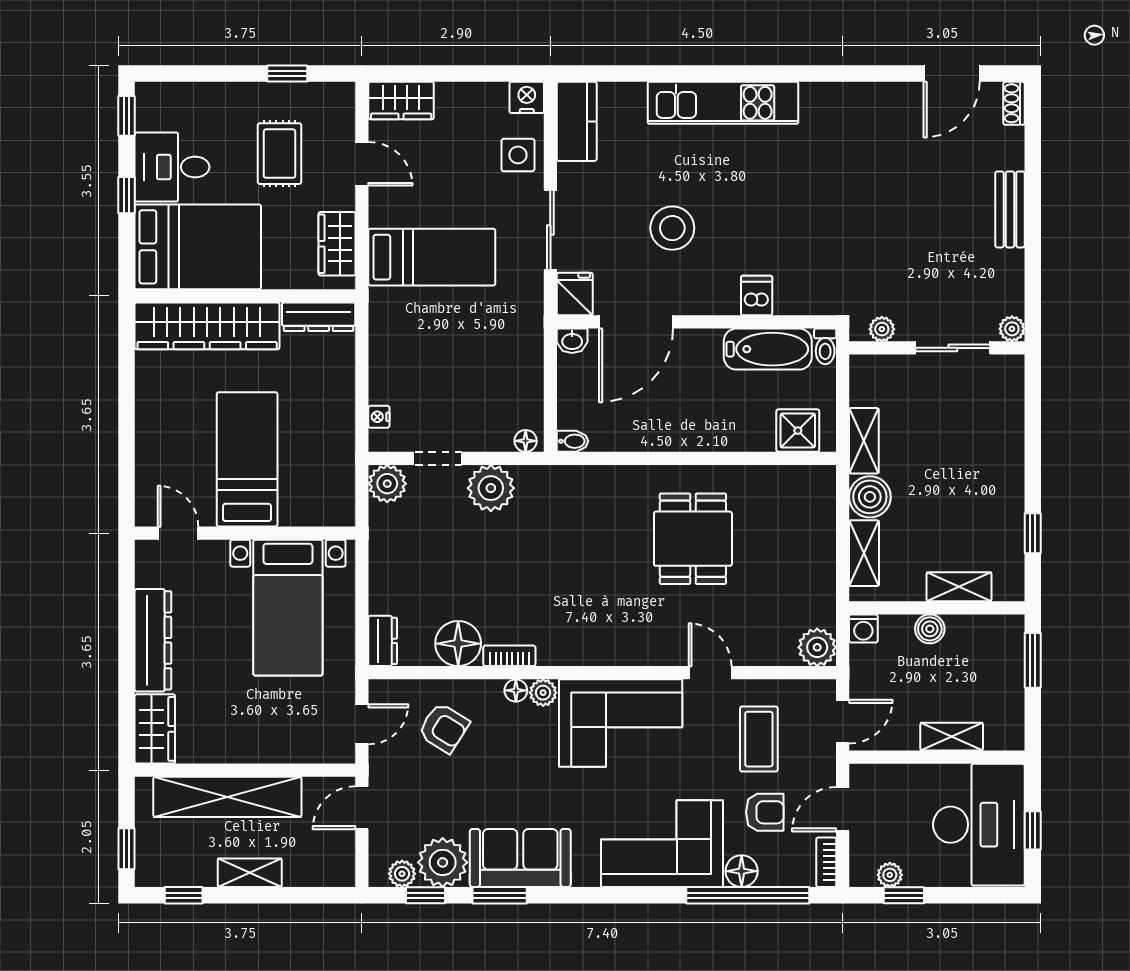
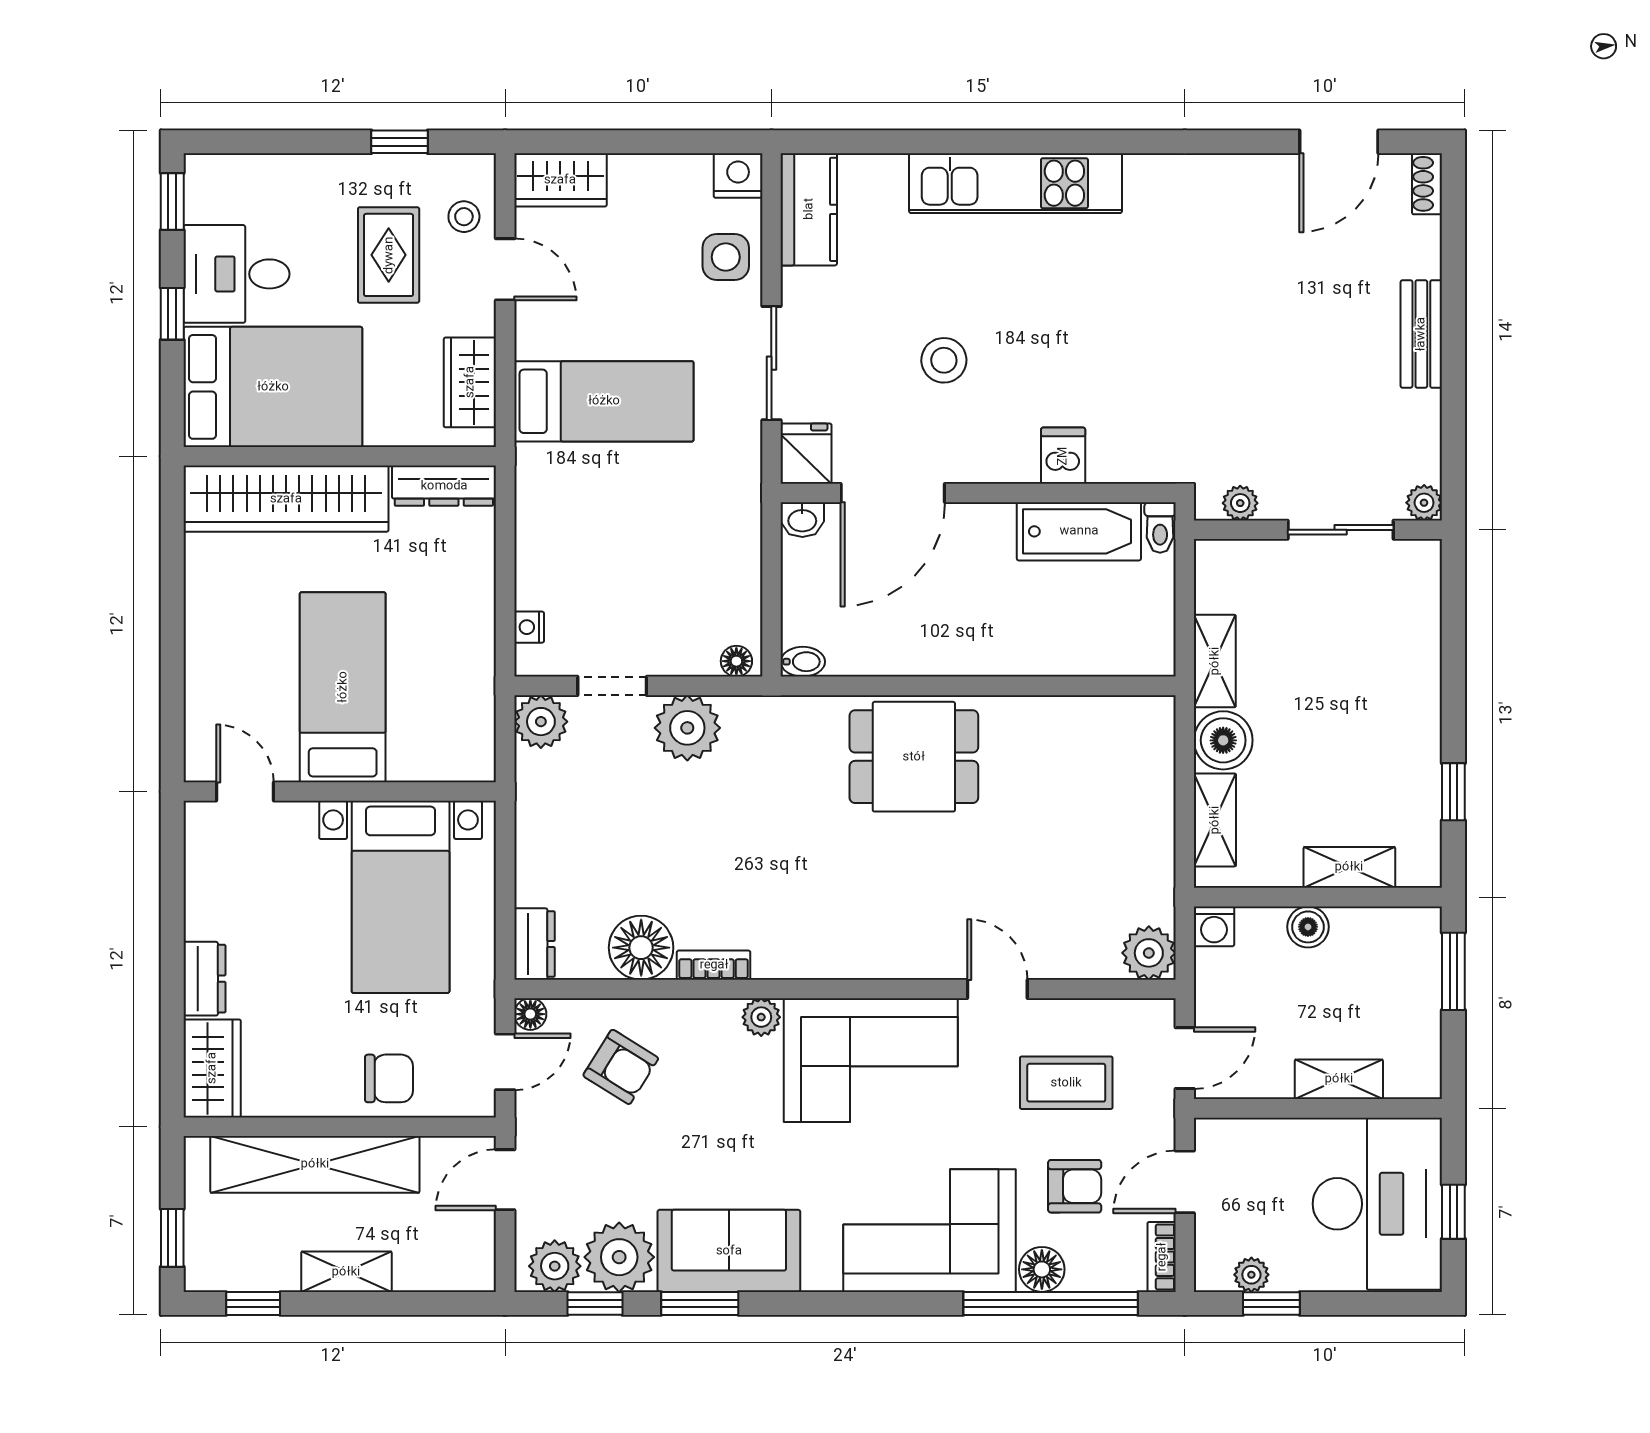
stool: (333, 126) -> (464, 217), added
stool: (672, 228) -> (944, 360), width x0.73, depth x0.73
shower: (798, 431) -> (1121, 647), removed
dining table: (693, 539) -> (914, 757), moved, turned 90
dresser: (153, 640) -> (205, 979), width x0.51, depth x0.80
floor lamp: (516, 690) -> (530, 1014), moved
chair: (280, 736) -> (389, 1078), added
coffee table: (759, 739) -> (1066, 1083), turned 90
plant: (402, 874) -> (555, 1266), width x1.38, depth x1.38

